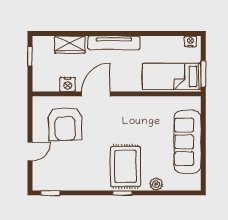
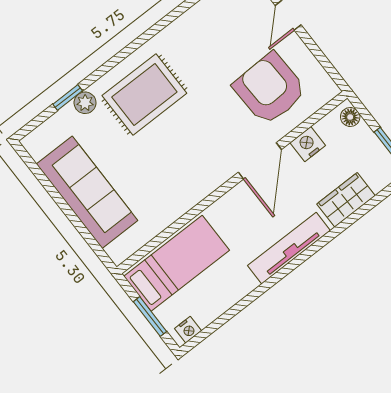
window: (203, 74) -> (150, 317), moved
floor lamp: (38, 82) -> (350, 117), added
rug: (125, 167) -> (144, 94), turned 90
window: (122, 193) -> (68, 98), moved

